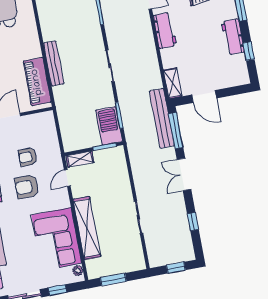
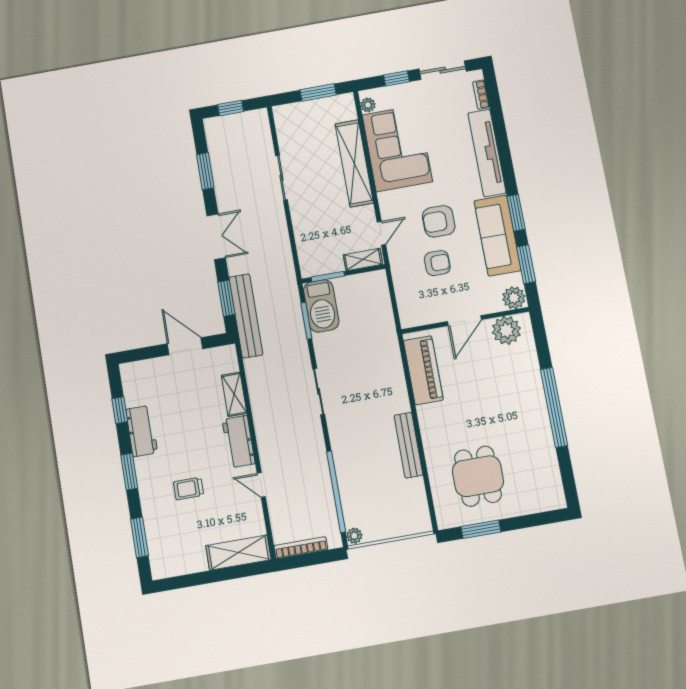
bench: (54, 63) -> (408, 445), moved
shelving: (173, 83) -> (234, 394), moved
window: (176, 131) -> (226, 298), width x0.69
armchair: (27, 187) -> (439, 221), turned 180
window: (193, 222) -> (205, 171), width x1.50

